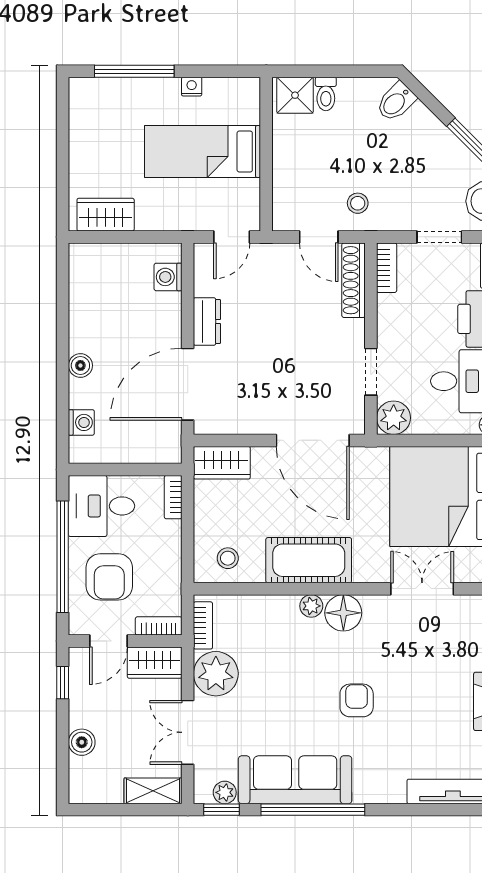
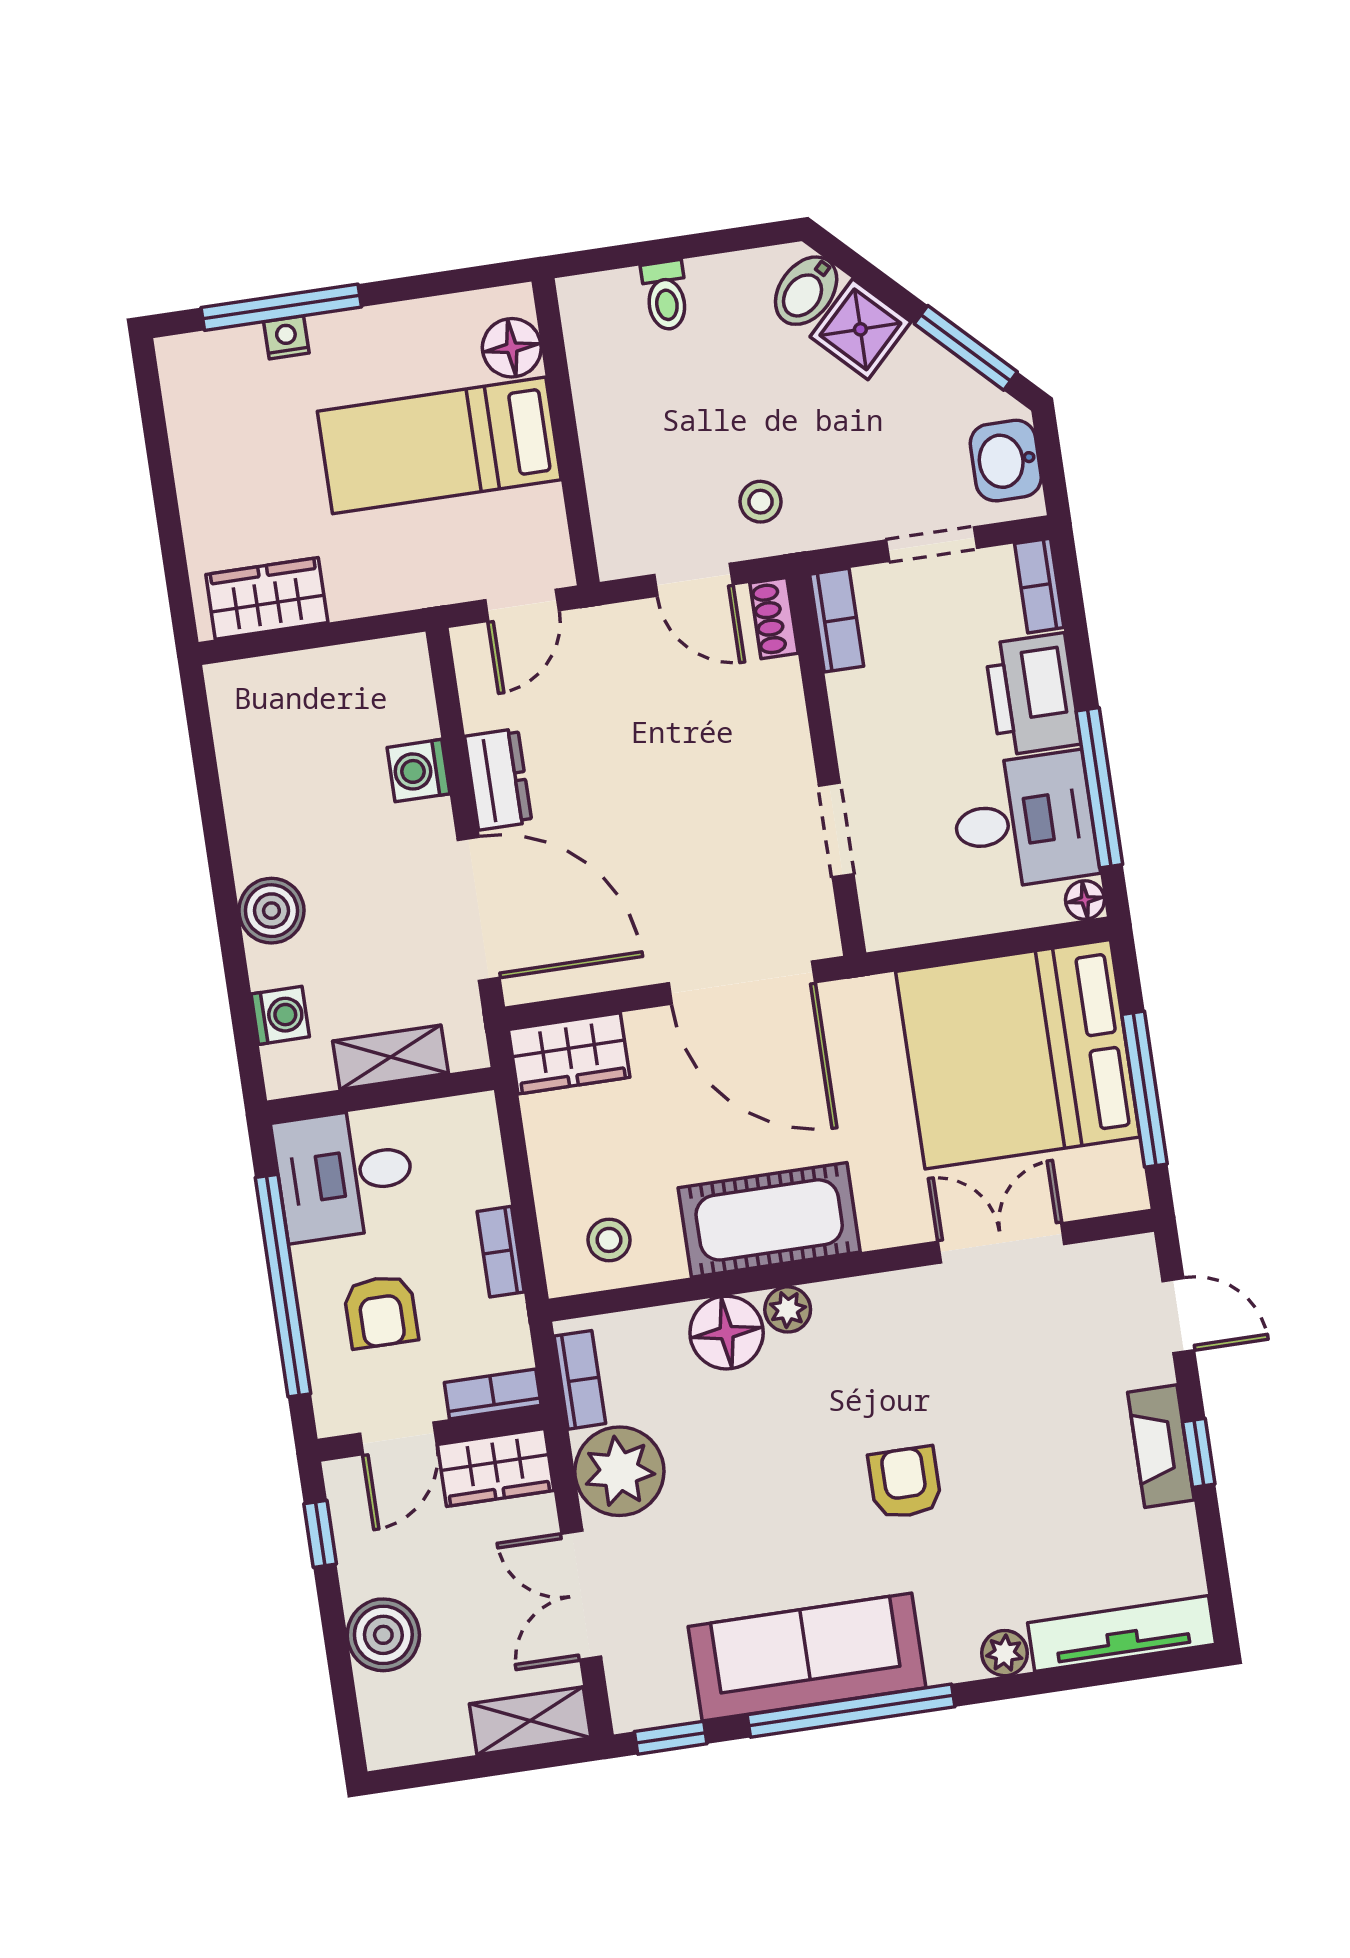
nightstand: (192, 87) -> (286, 337), moved
shower: (295, 95) -> (860, 329), moved, turned 45
floor lamp: (246, 108) -> (512, 348), added
washing machine: (168, 277) -> (418, 771), moved
shoe rack: (353, 280) -> (774, 618), width x0.51, depth x0.81
boiler: (80, 365) -> (271, 911), width x1.36, depth x1.36
door: (188, 384) -> (479, 909), swing flipped
plant: (394, 418) -> (894, 914), removed
shelving: (133, 451) -> (391, 1057), added
bookcase: (173, 497) -> (501, 1252), moved
armchair: (109, 577) -> (381, 1312), width x0.72, depth x0.72
floor lamp: (343, 613) -> (727, 1333), moved
boiler: (82, 742) -> (383, 1635), width x1.36, depth x1.36
plant: (225, 792) -> (1005, 1653), moved

